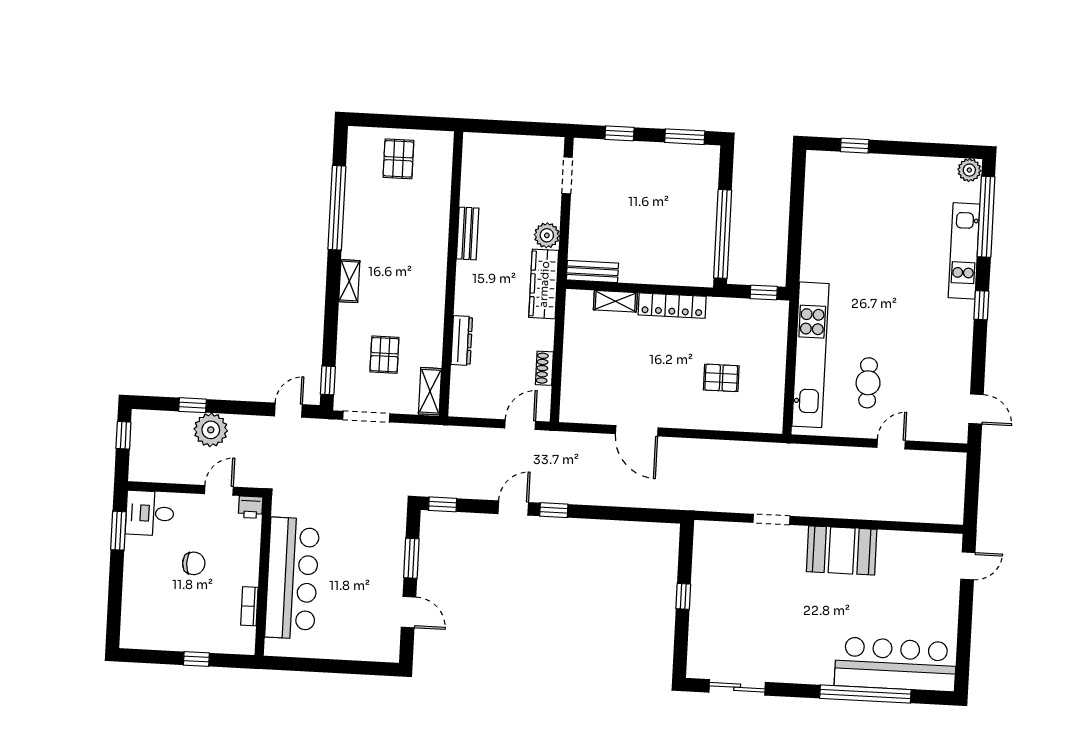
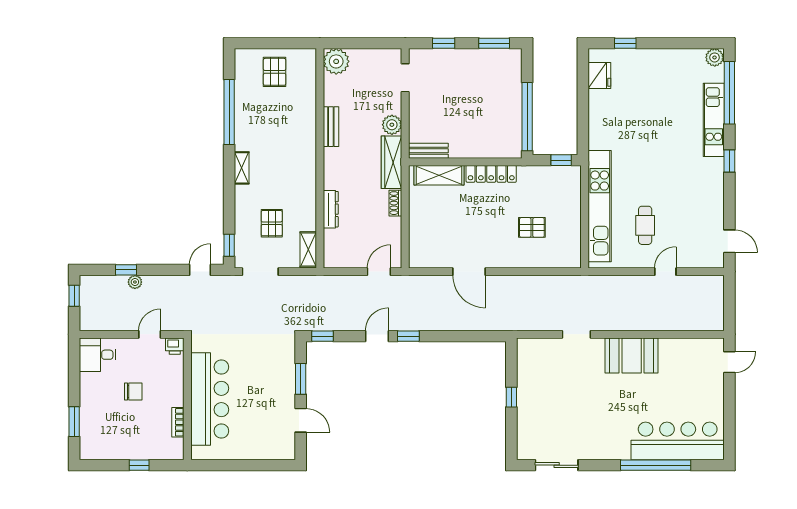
plant: (479, 149) -> (336, 61), added
fridge: (819, 186) -> (599, 75), added
shelving: (615, 301) -> (439, 175), width x1.50, depth x1.33
shoe rack: (544, 368) -> (395, 203), moved
plant: (211, 430) -> (135, 282), width x0.53, depth x0.53
window: (118, 531) -> (74, 422), moved

